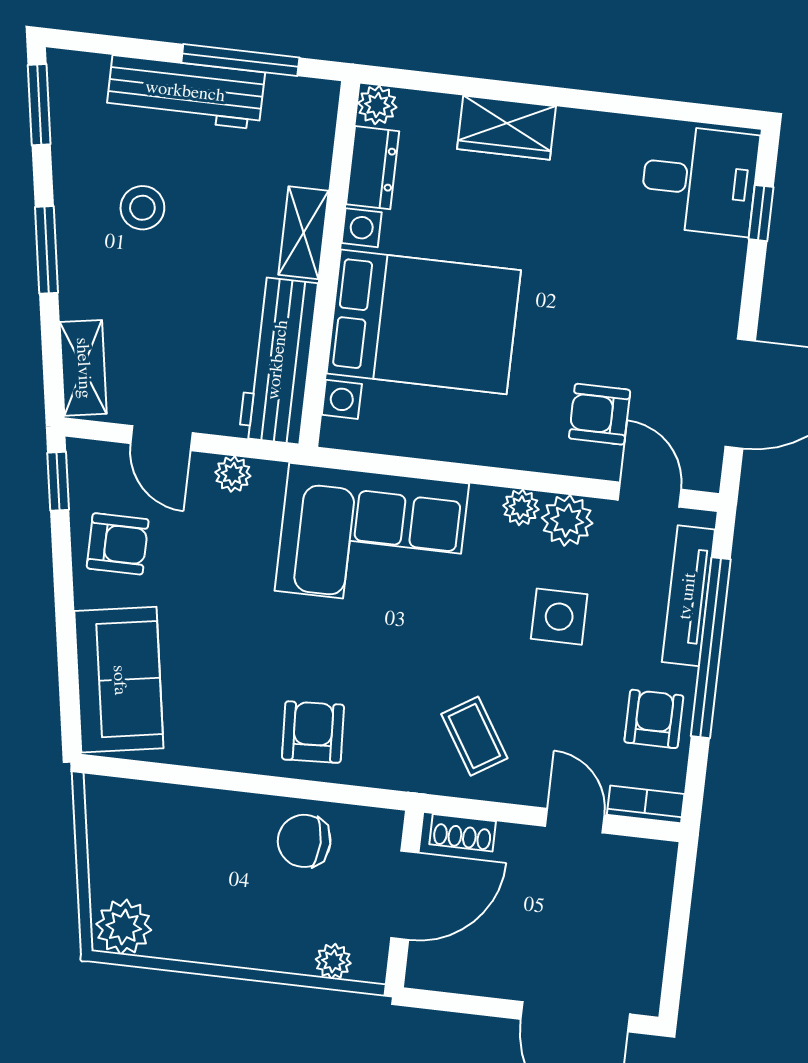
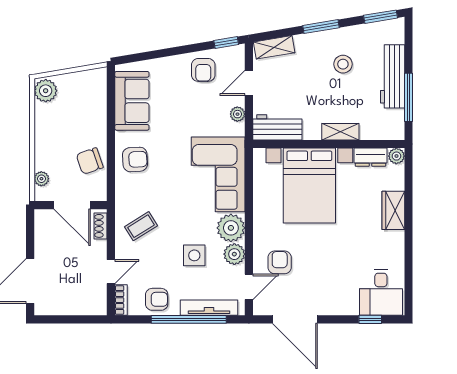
workbench: (278, 360) -> (277, 127), width x0.73
plant: (521, 507) -> (231, 228), width x1.88, depth x1.88
sofa: (119, 680) -> (132, 101), moved, turned -81
chair: (304, 841) -> (90, 161), turned -109

